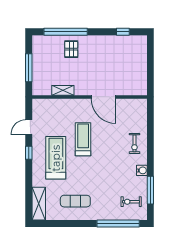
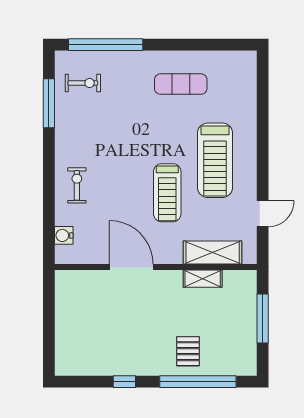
window: (123, 32) -> (124, 382), moved
window: (29, 153) -> (263, 169), removed
water cooler: (142, 170) -> (64, 235), moved
shelving: (39, 204) -> (213, 253), moved, turned 90

